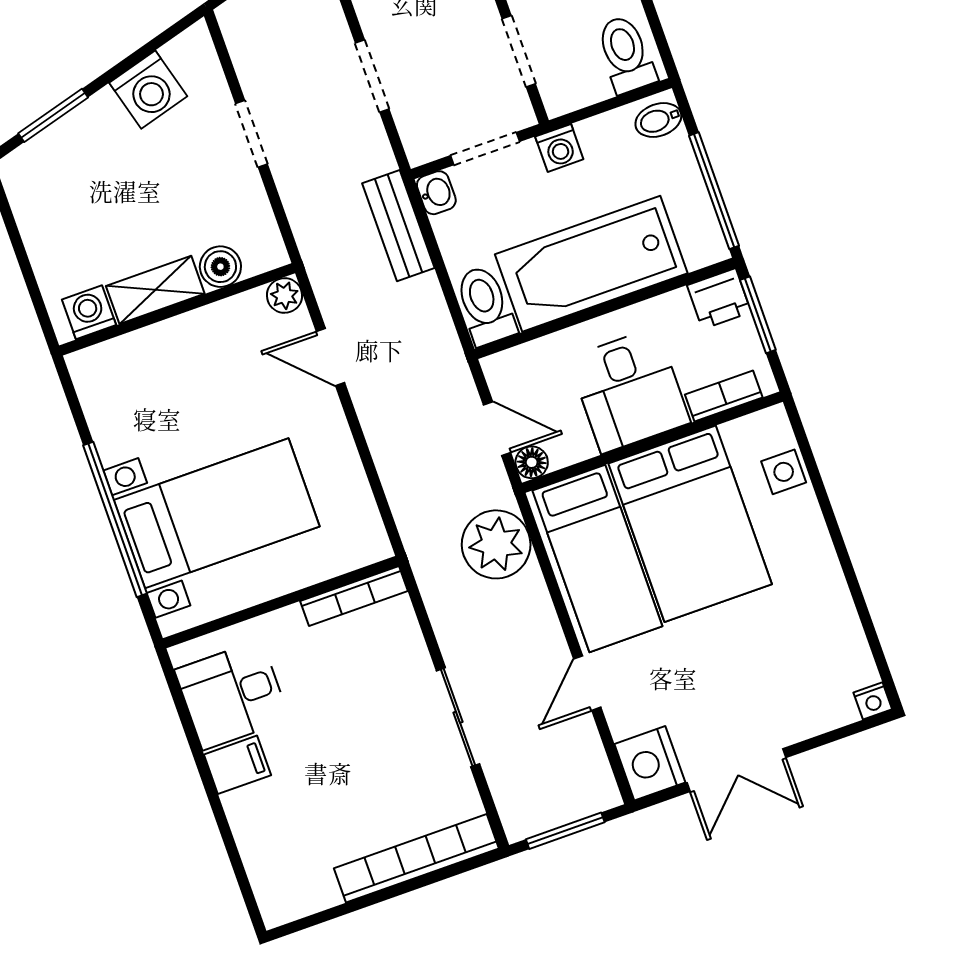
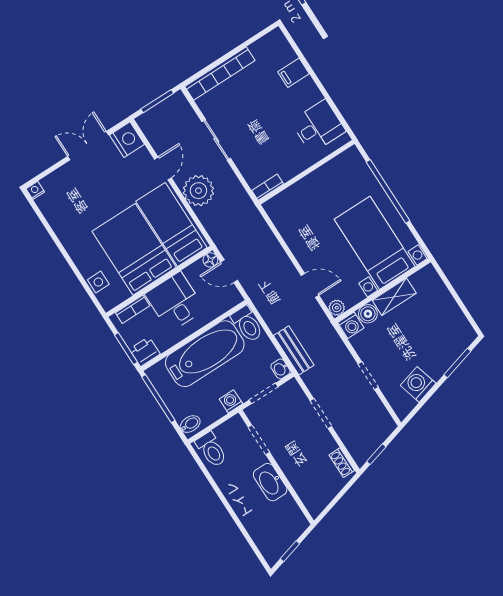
washing machine: (89, 312) -> (351, 325), moved
bed with nightstands: (217, 513) -> (375, 243), moved, turned 90
plant: (496, 544) -> (198, 191), moved
bookcase: (354, 596) -> (268, 187), width x0.64
filing cabinet: (237, 765) -> (293, 73), moved

